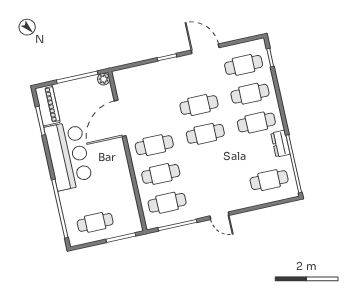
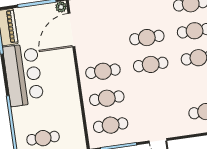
door: (120, 118) -> (71, 30), moved

